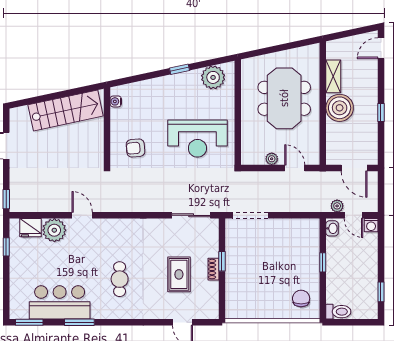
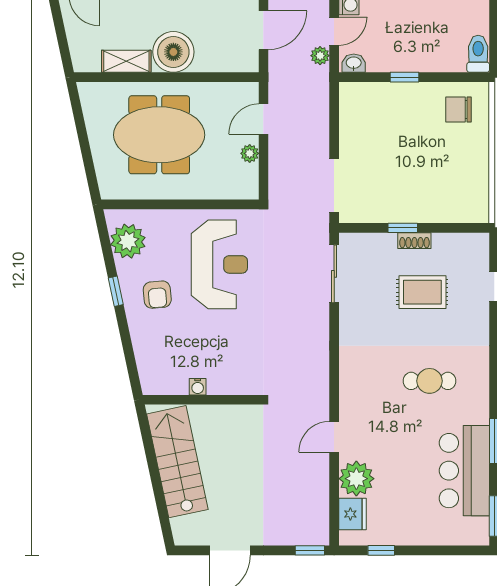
water cooler: (116, 101) -> (198, 387), moved
armchair: (136, 148) -> (157, 295), moved

